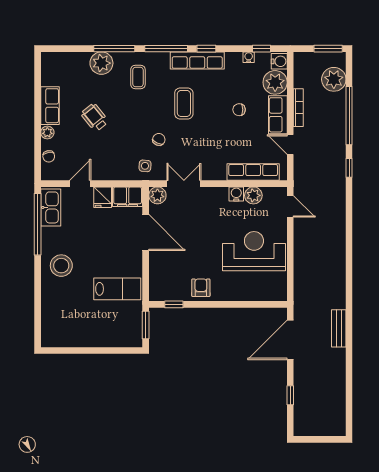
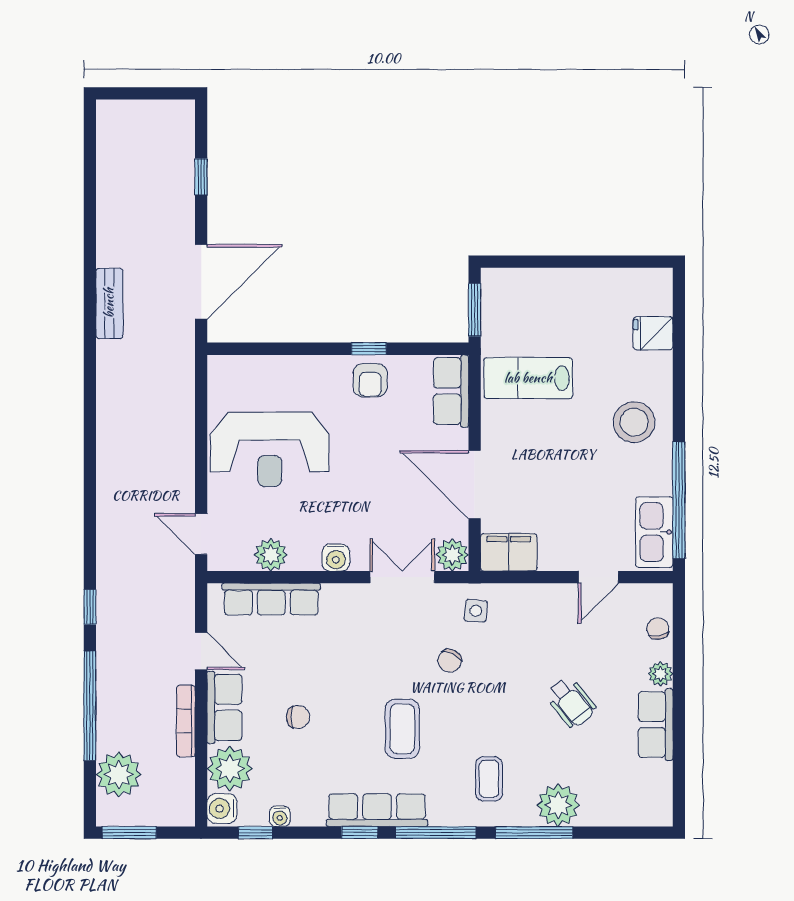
double door: (184, 184) -> (402, 577), swing flipped
water cooler: (236, 194) -> (336, 558), moved
fridge: (103, 197) -> (653, 333), moved, turned -90
row of seats: (158, 282) -> (451, 391), added
window: (174, 304) -> (369, 349), moved

